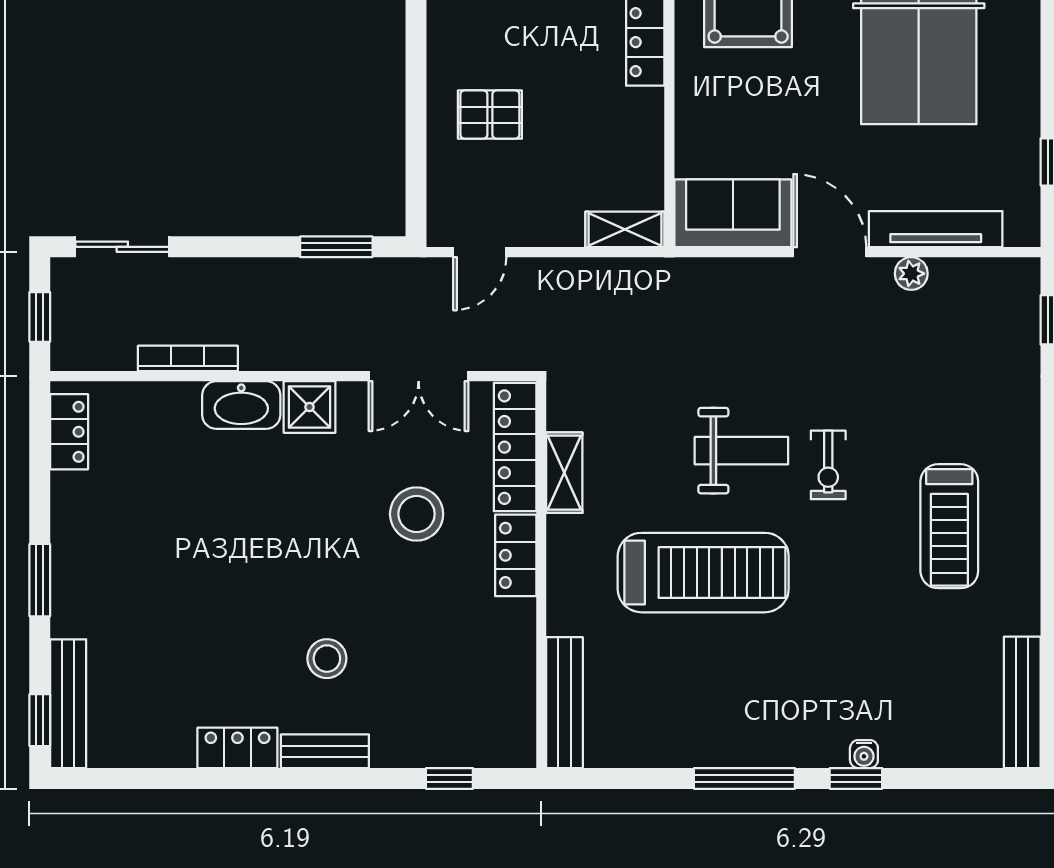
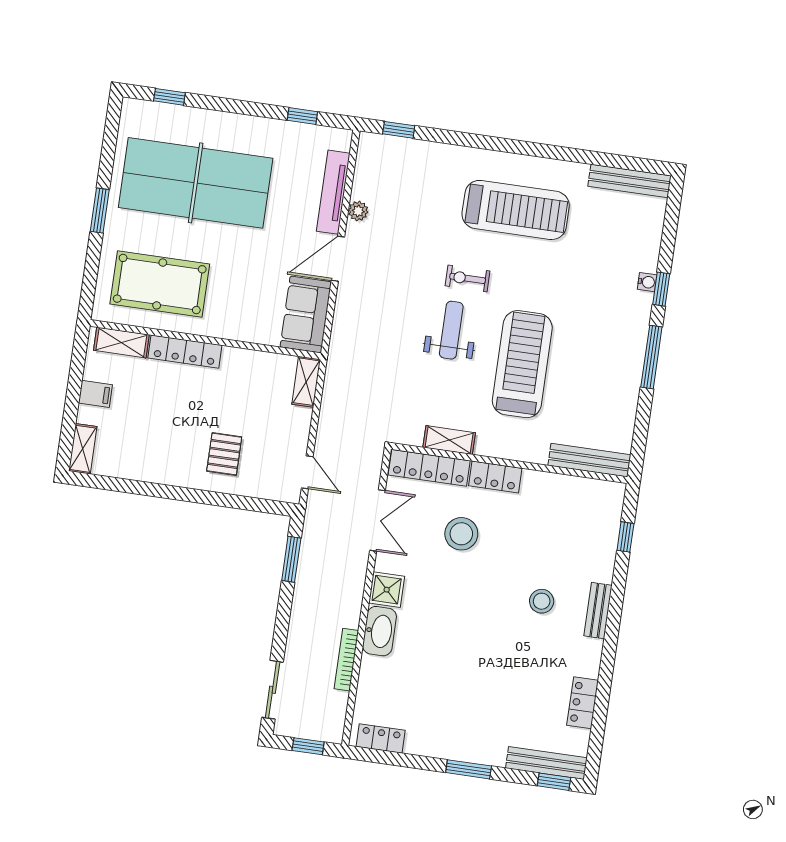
exercise bike: (828, 465) -> (468, 278), turned 180
treadmill: (949, 526) -> (516, 210), width x1.37, depth x1.37
locker: (237, 748) -> (583, 703), moved

